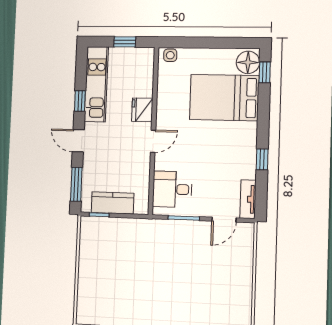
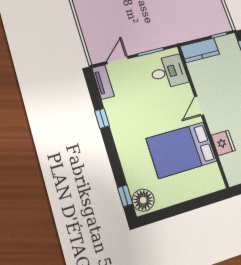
side table: (170, 55) -> (213, 185), removed
bed: (224, 98) -> (181, 150), moved, turned 180
fridge: (142, 110) -> (223, 143), moved
kitchen counter: (113, 203) -> (200, 50), moved

